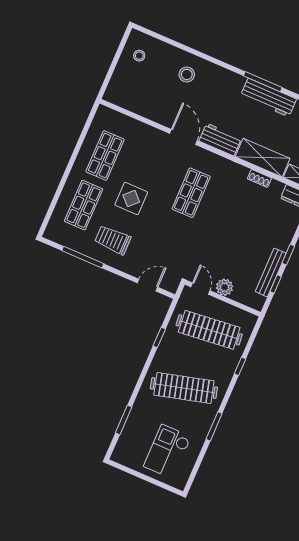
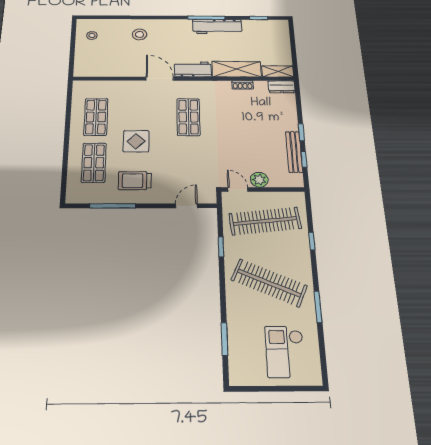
clothes rail: (184, 388) -> (269, 283), turned 39

